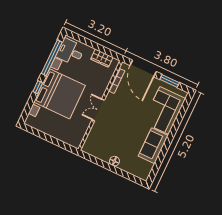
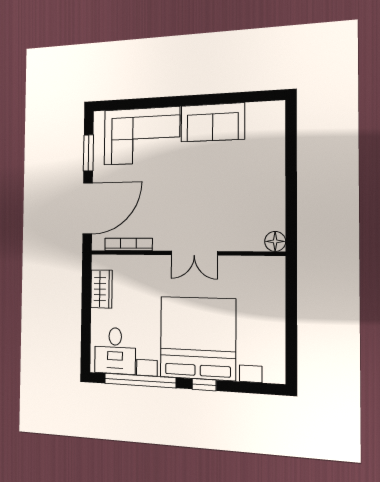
floor lamp: (114, 161) -> (275, 241), moved

